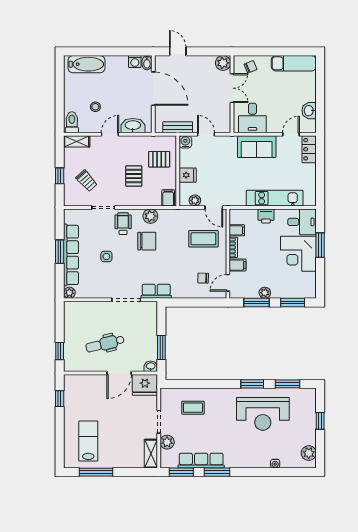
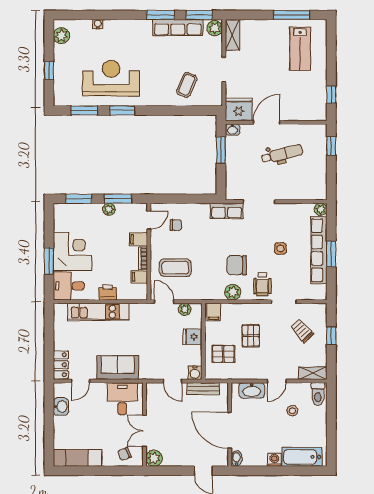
washing machine: (135, 62) -> (274, 460), moved
coffee table: (193, 408) -> (187, 85), turned -66
plant: (167, 442) -> (215, 28), moved

